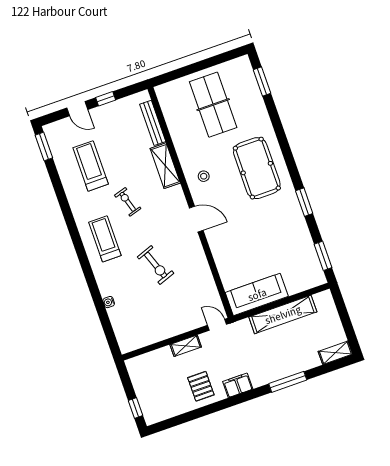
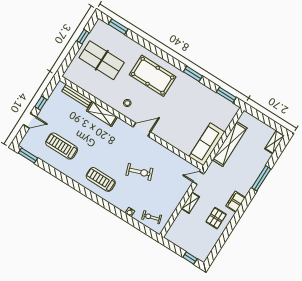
window: (213, 61) -> (83, 37), added
exercise bike: (128, 202) -> (152, 217), moved
pallet: (201, 386) -> (216, 218), turned 90

